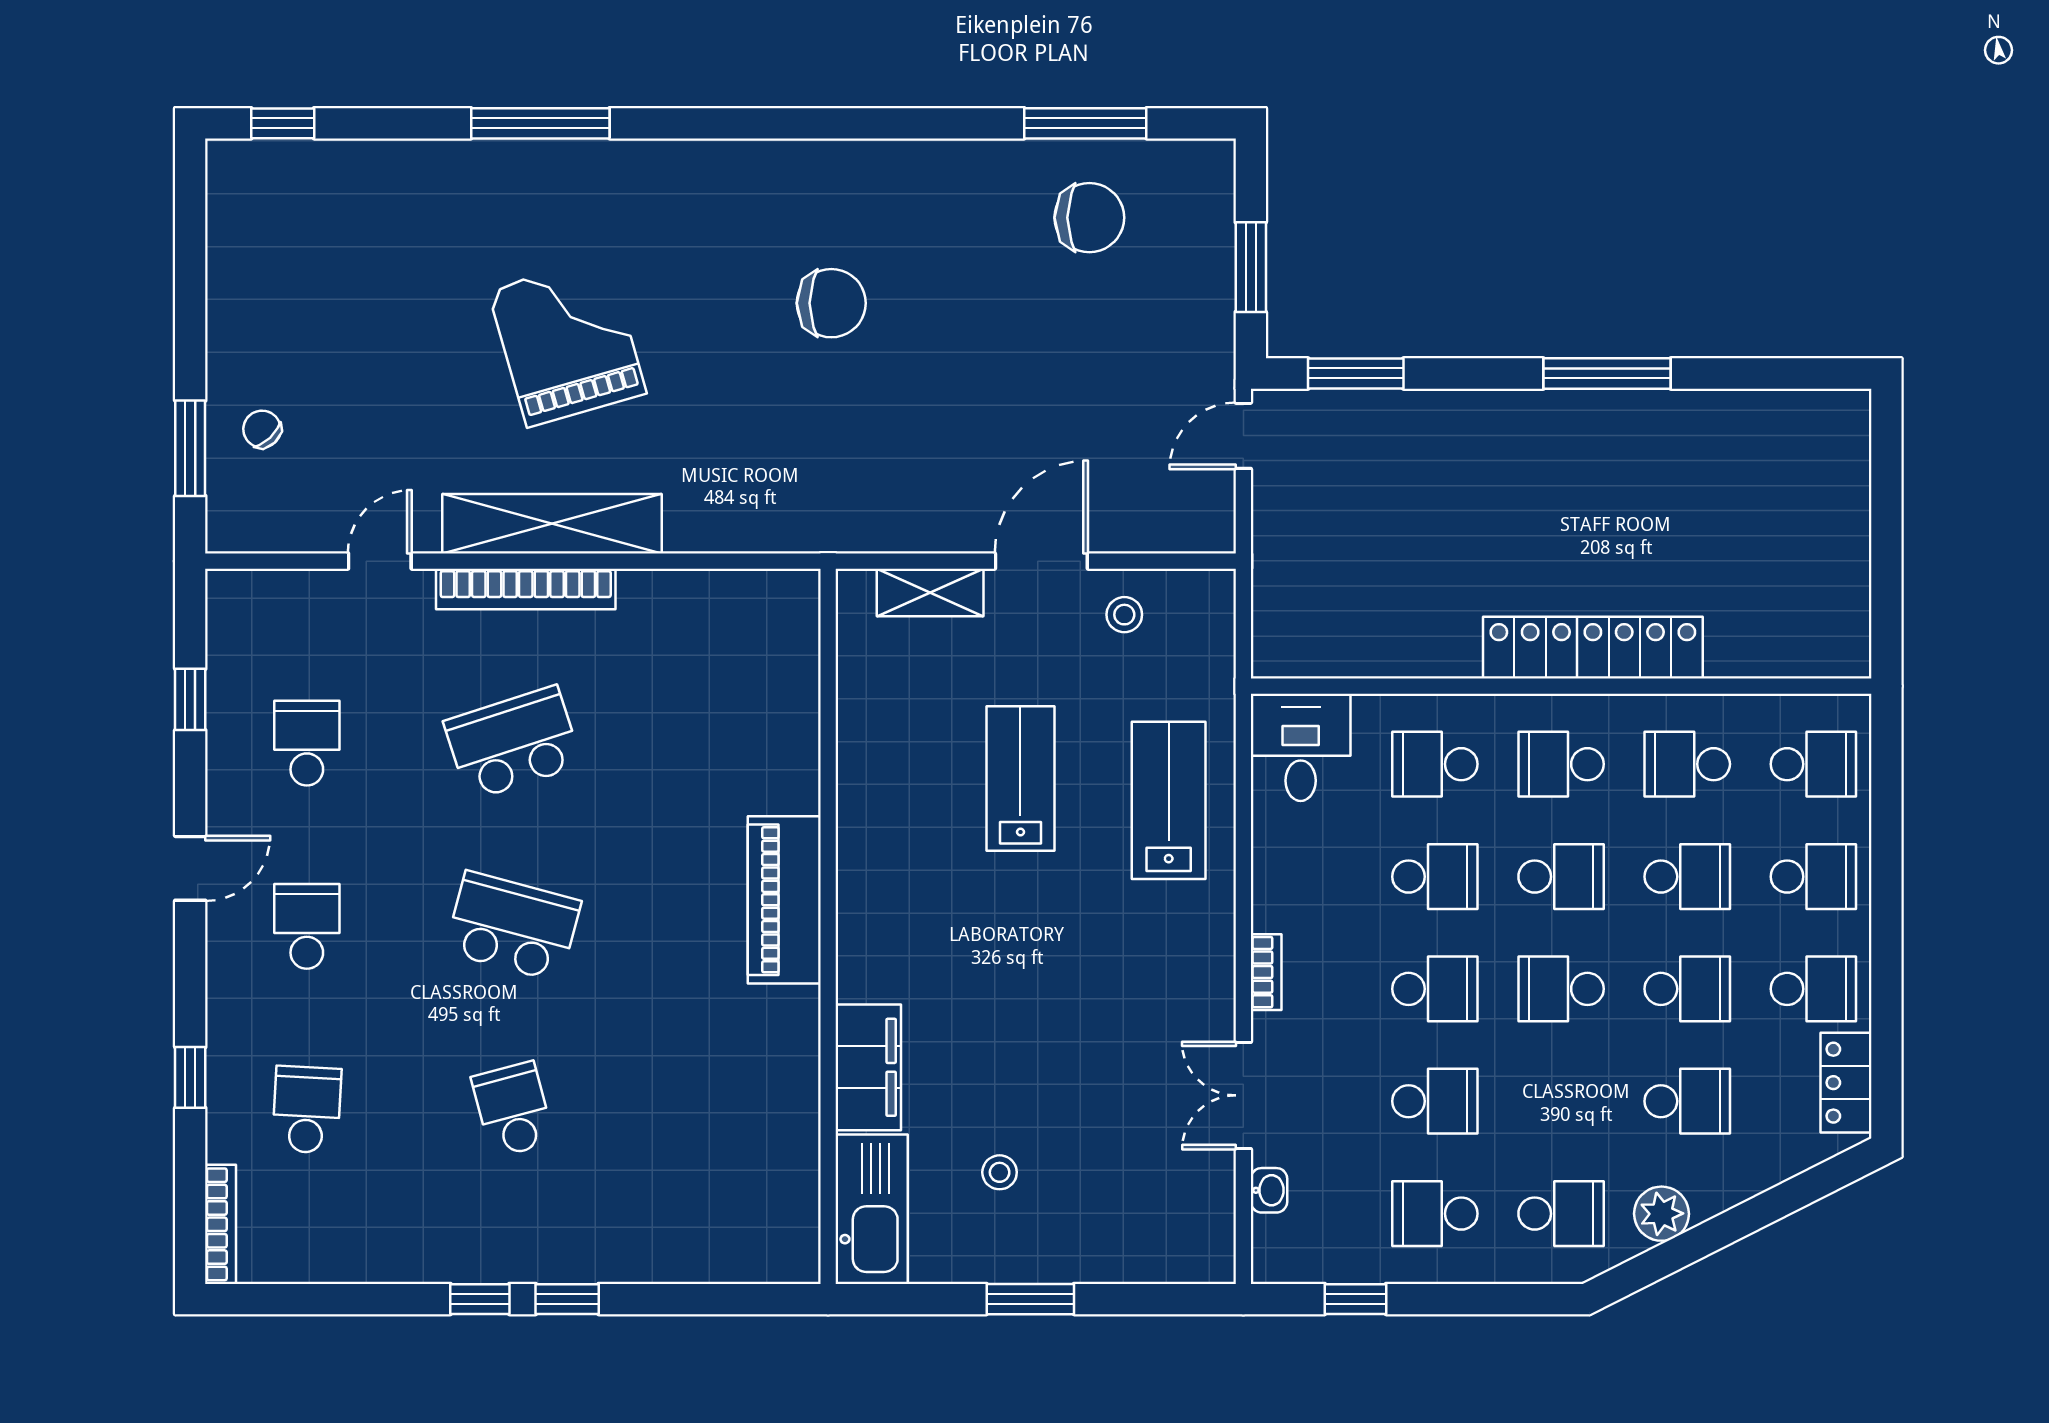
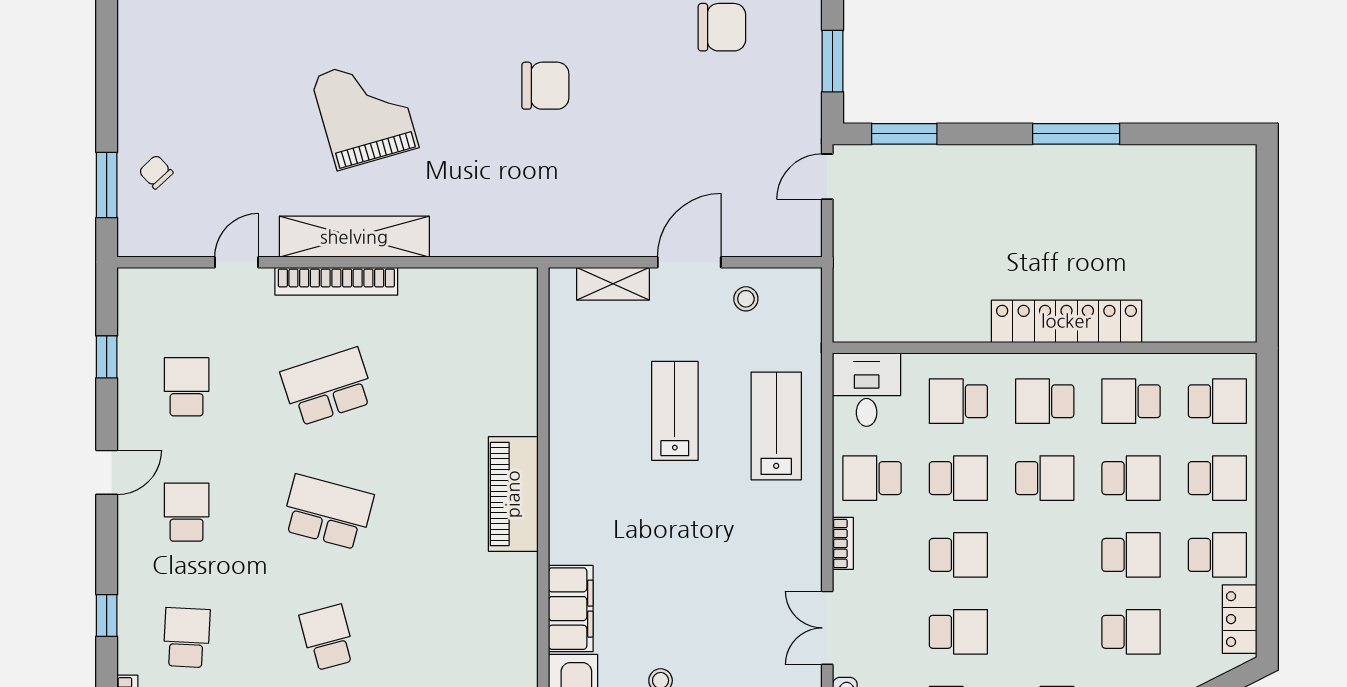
school desk: (1561, 989) -> (872, 478), moved

